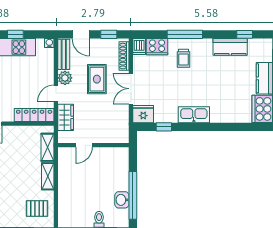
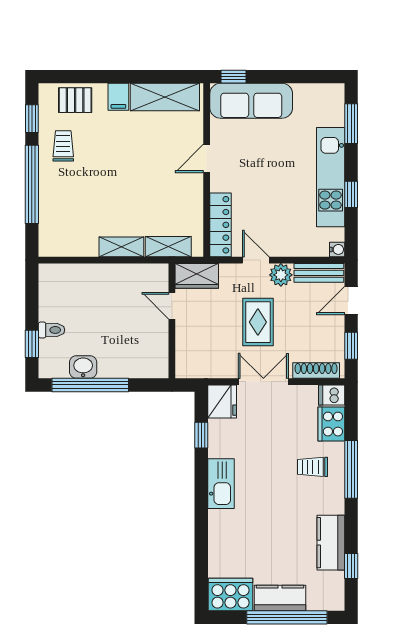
rug: (97, 79) -> (258, 322), moved, turned 90
wardrobe: (66, 117) -> (197, 276), moved
pallet: (37, 208) -> (69, 230), removed

